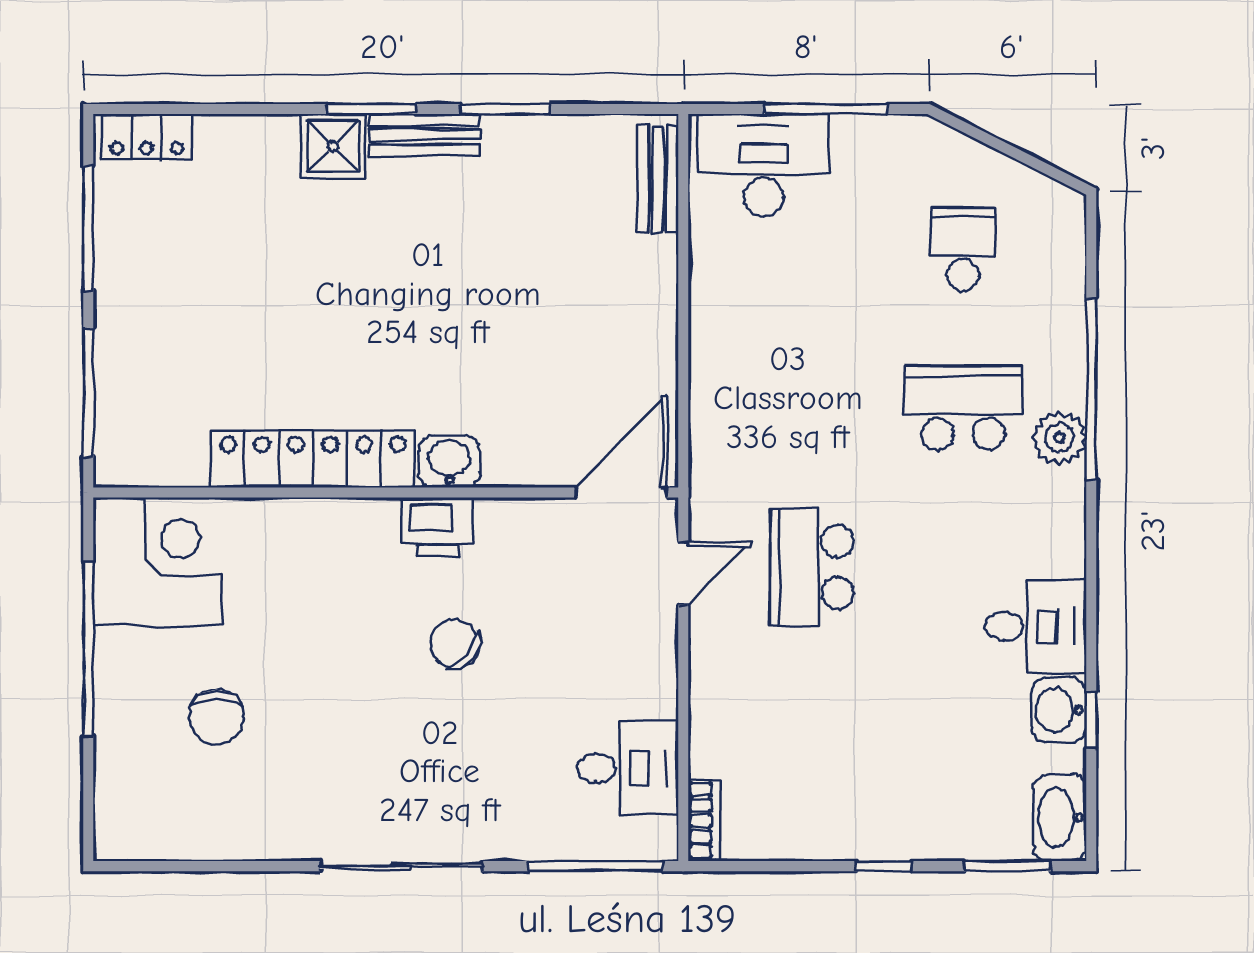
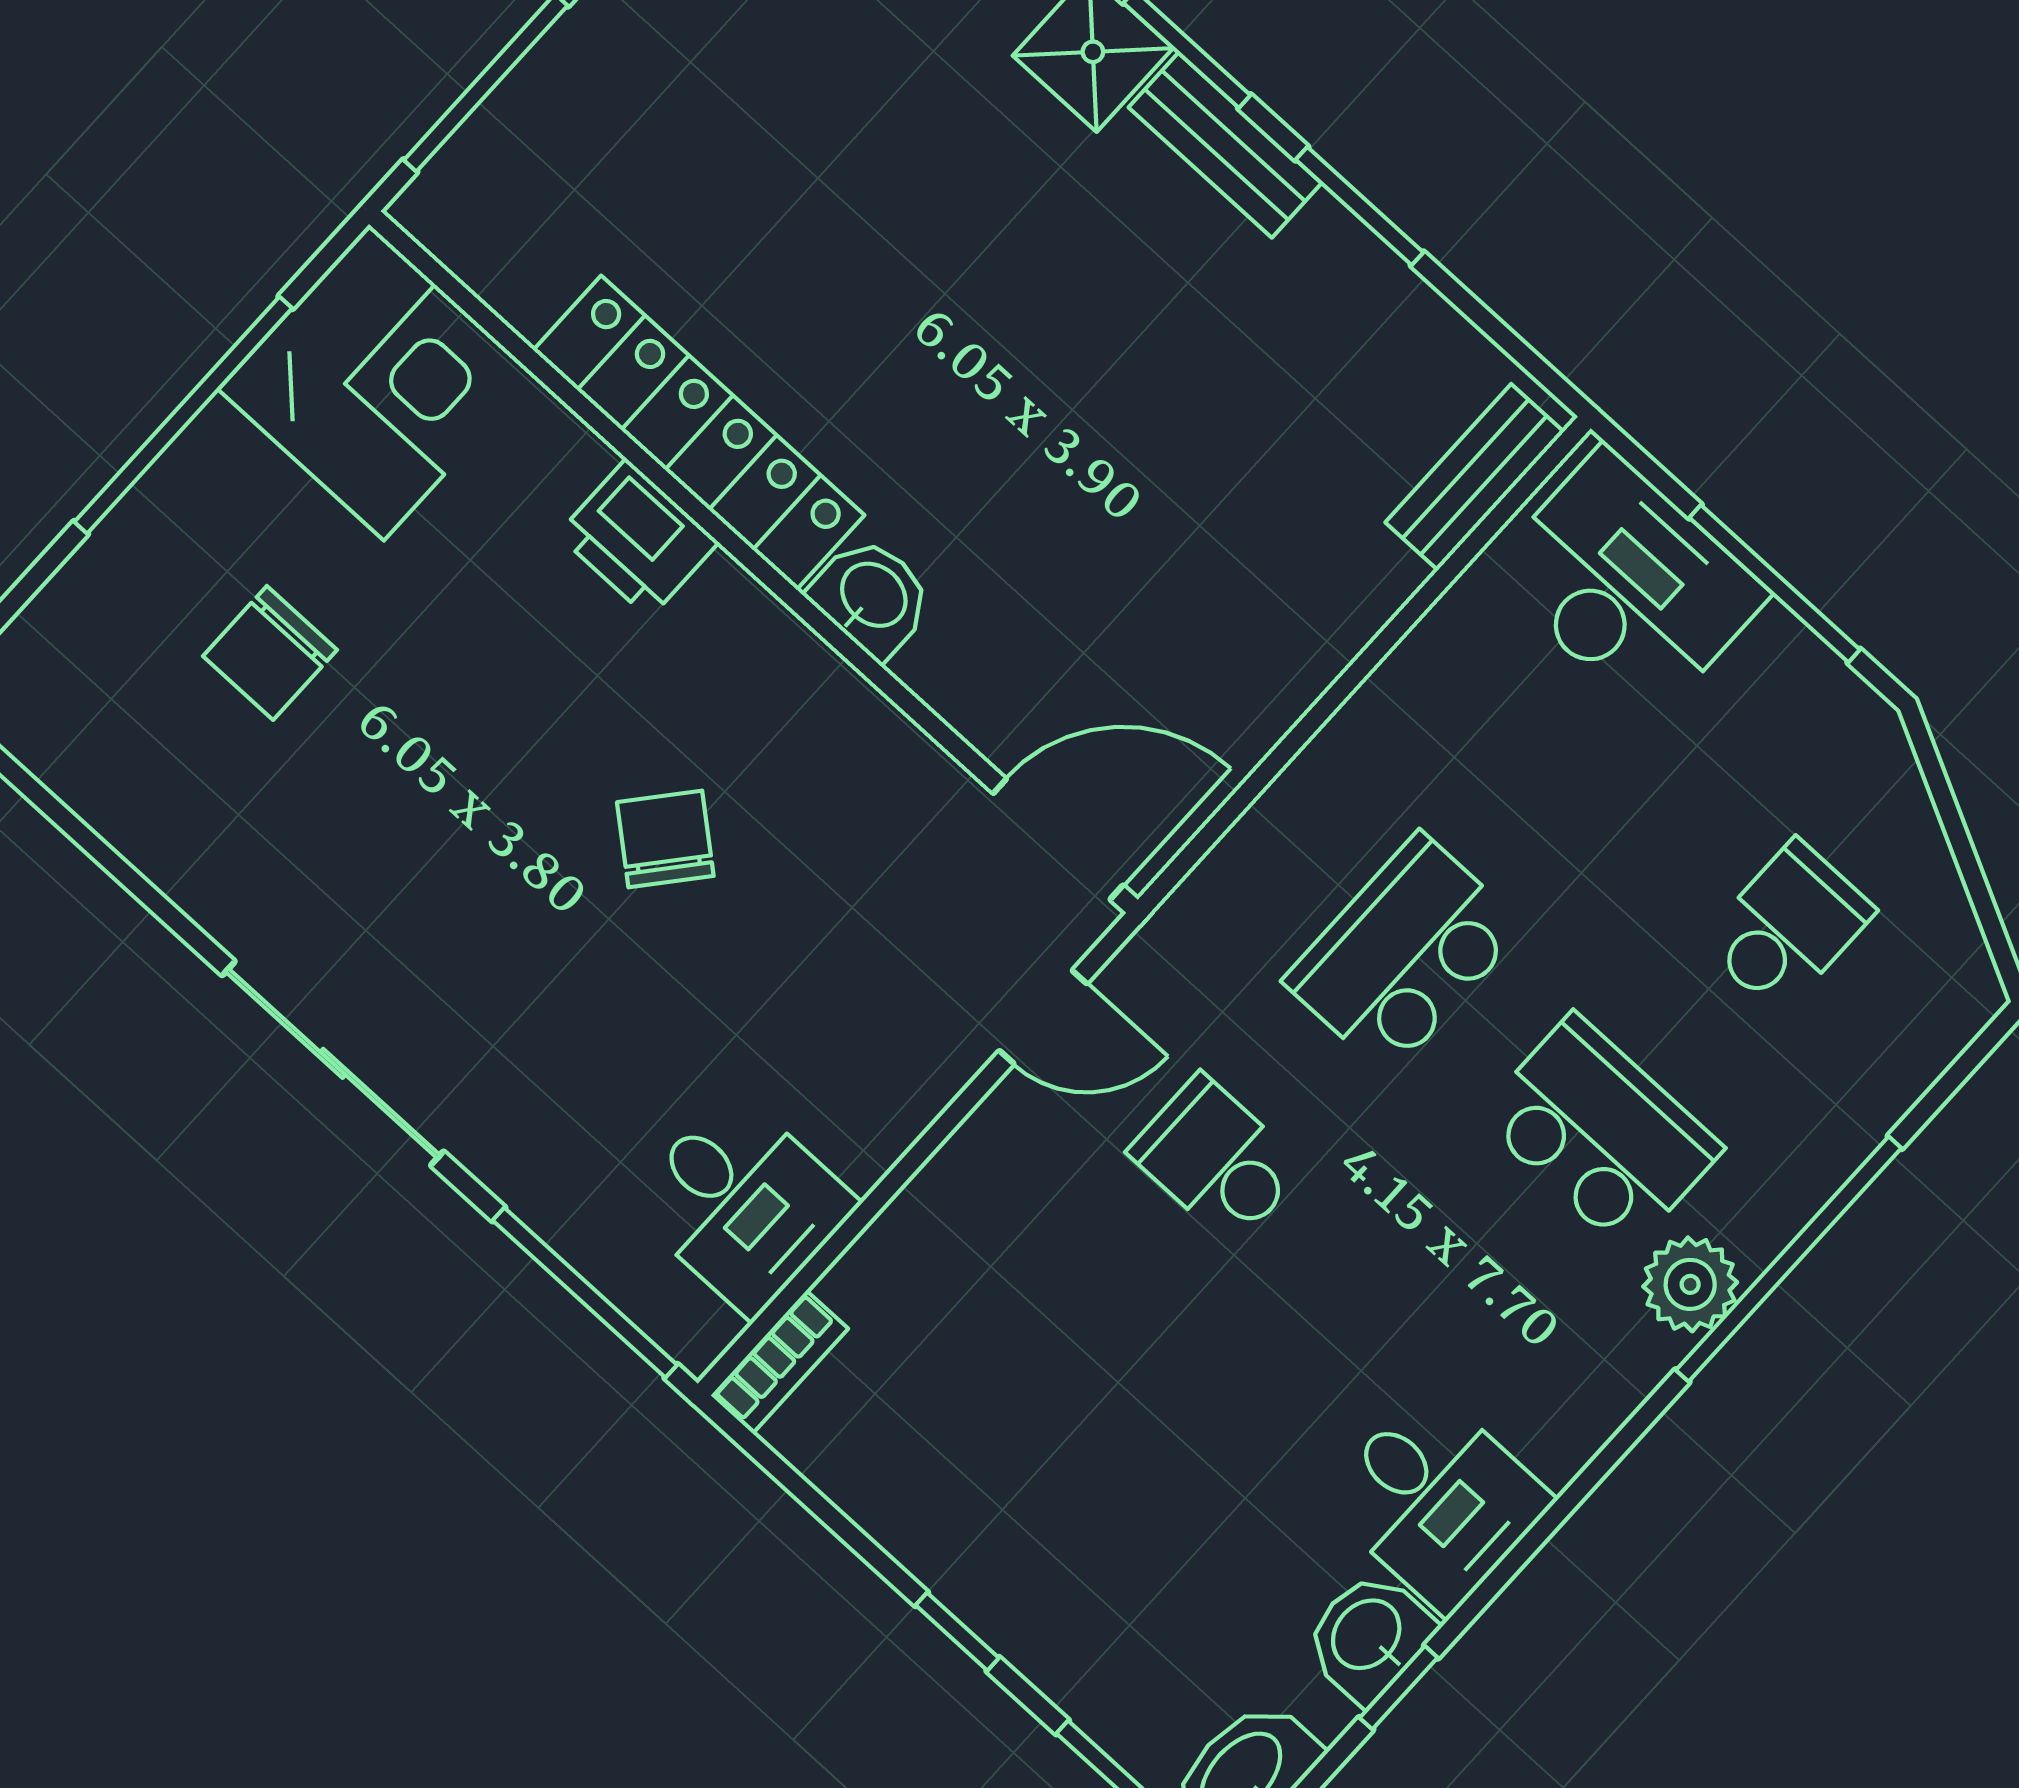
school desk: (811, 408) -> (1404, 954), added
printer: (437, 527) -> (638, 538), moved
school desk: (811, 567) -> (1217, 1160), width x0.54

